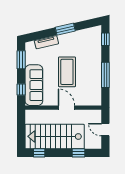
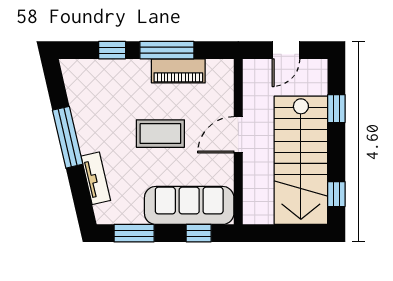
window: (65, 29) -> (68, 137), width x1.44
window: (105, 39) -> (112, 50), moved
coffee table: (67, 72) -> (160, 134), width x0.73, depth x0.76
piano: (96, 80) -> (178, 71), added

